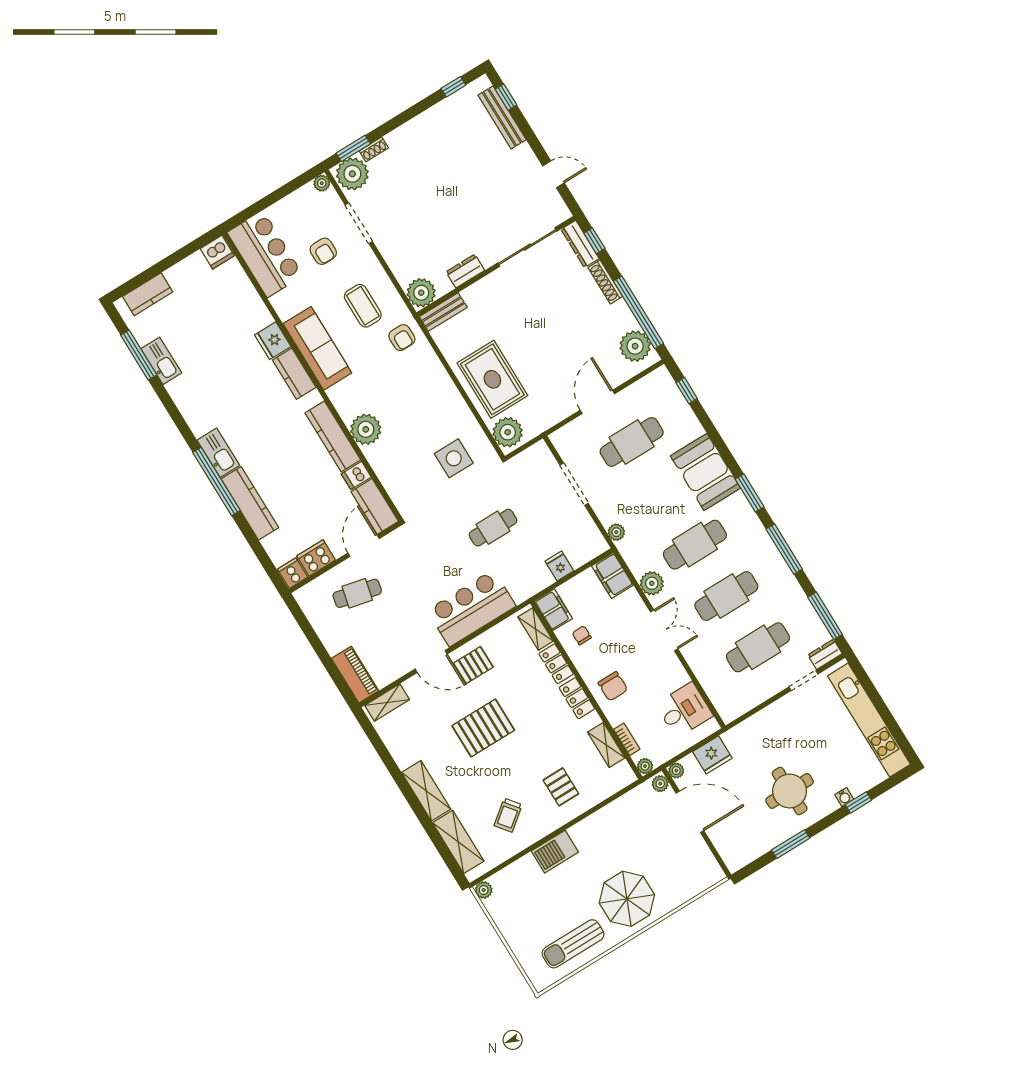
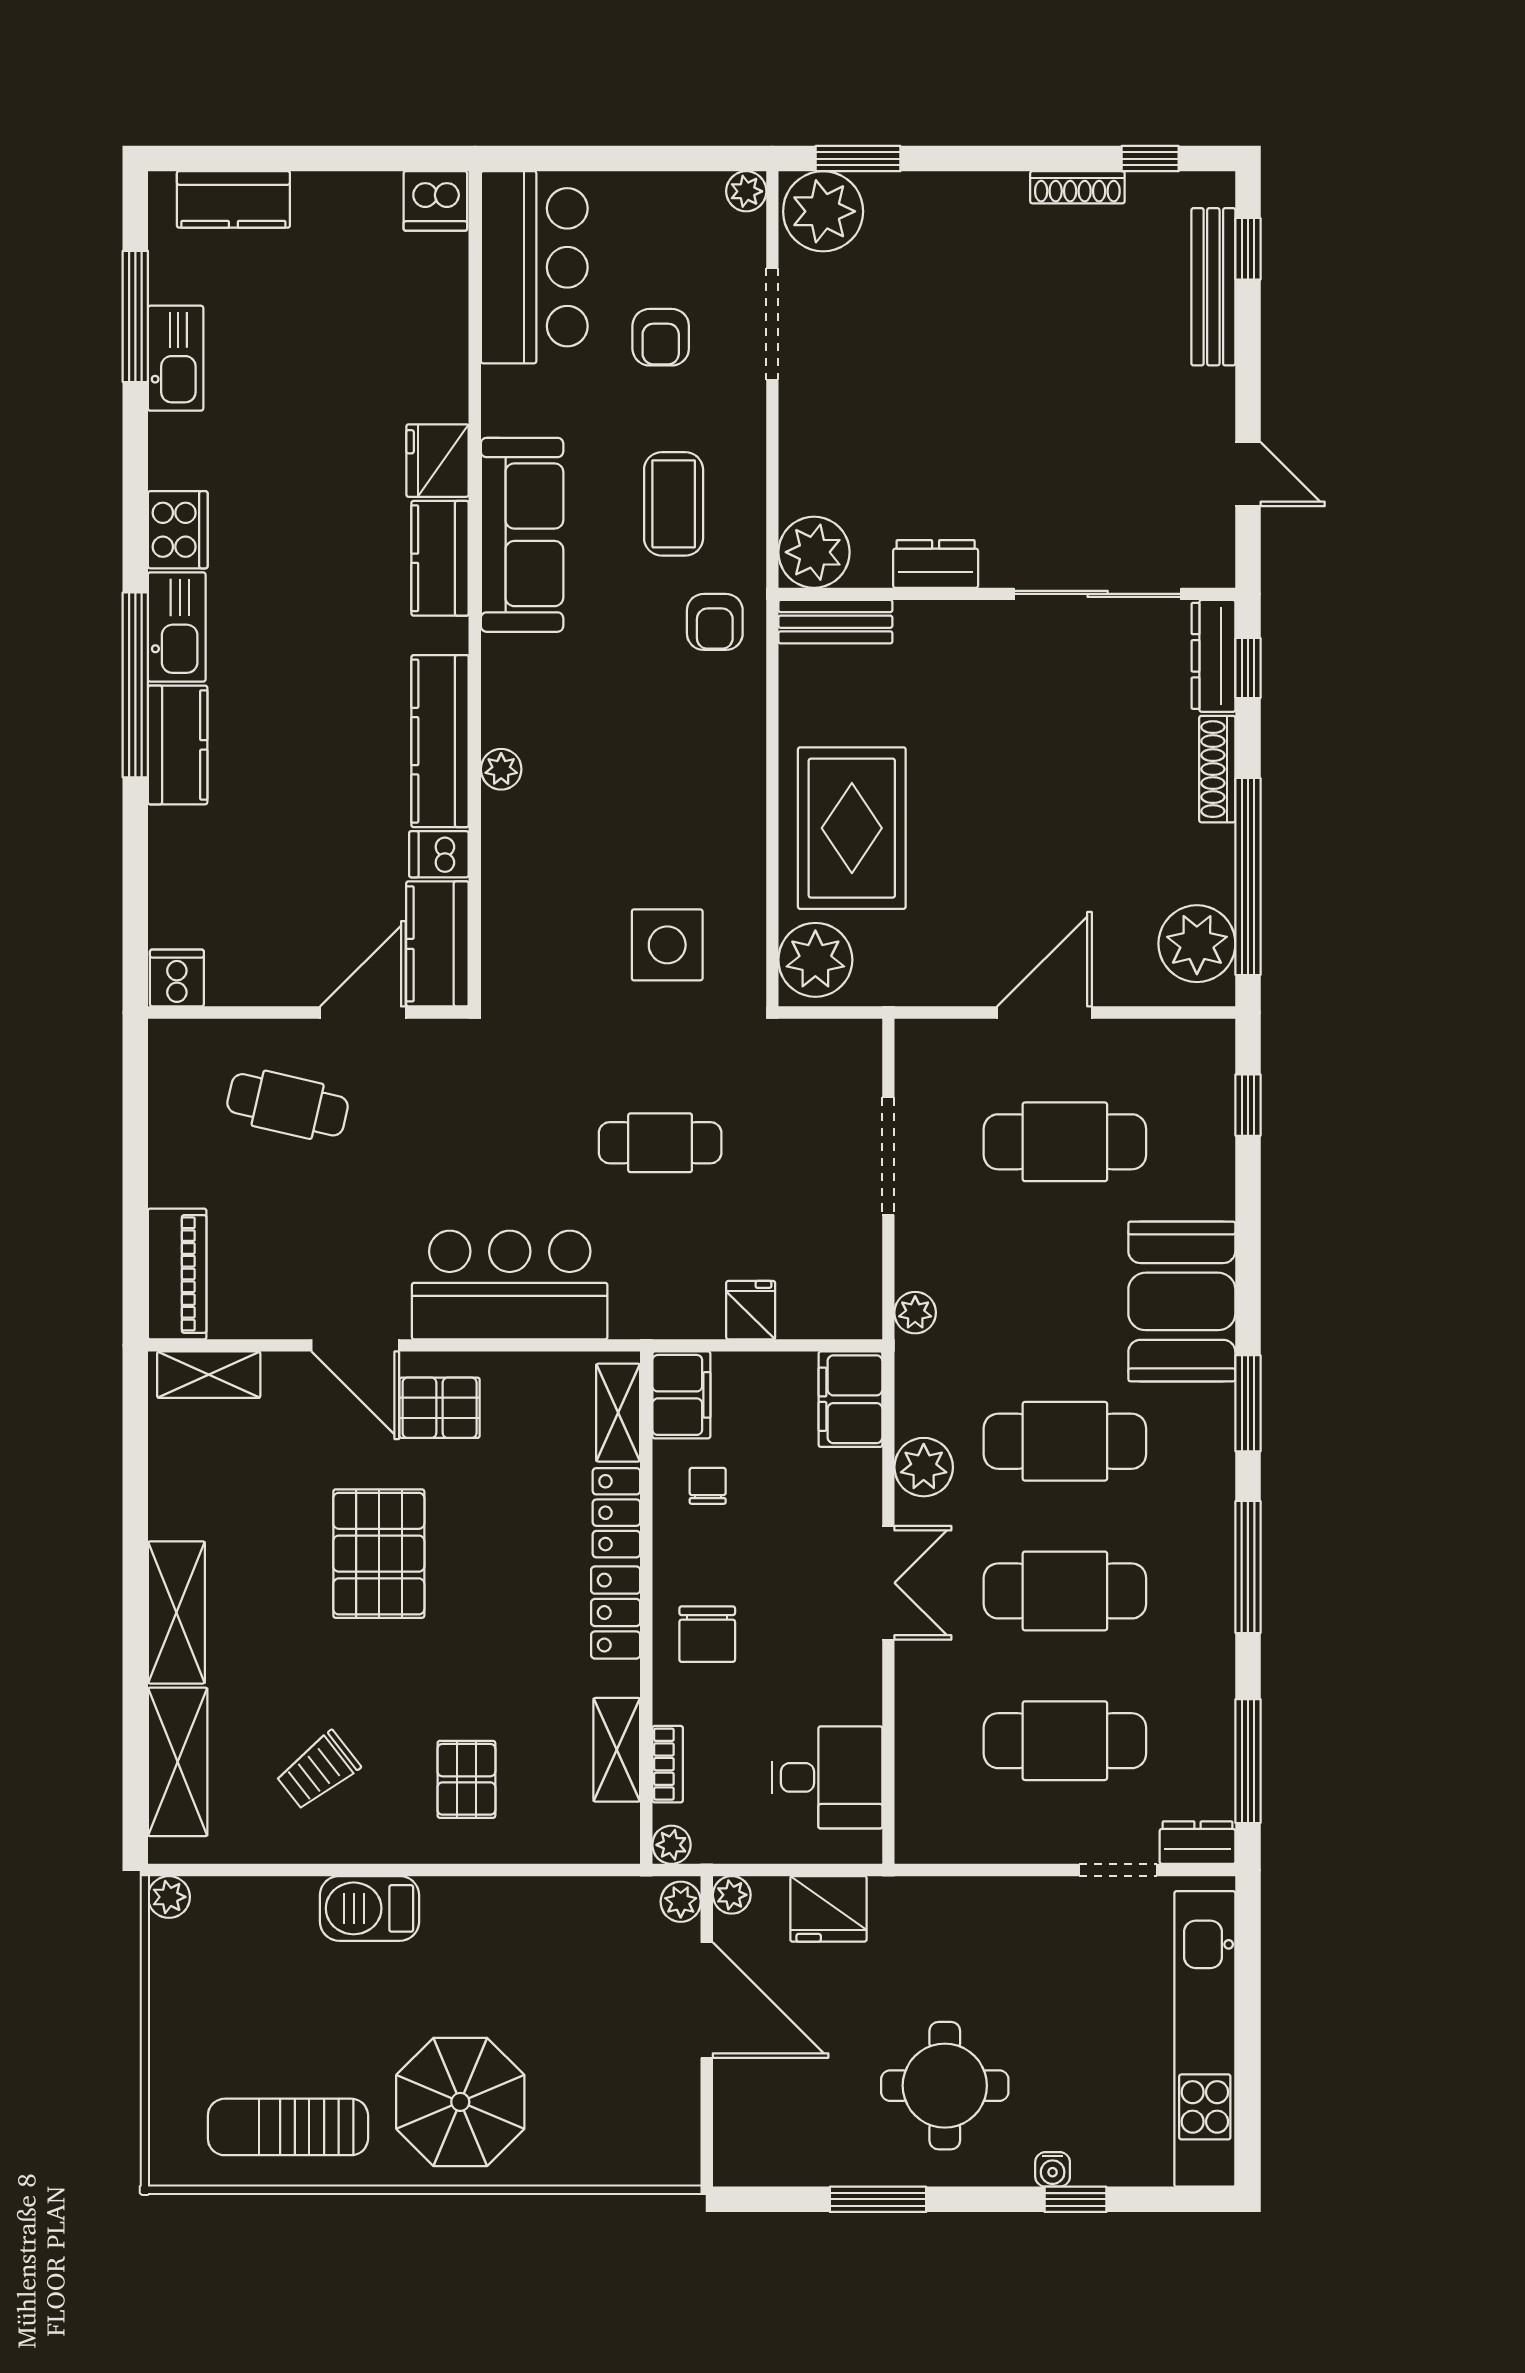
shoe rack: (374, 149) -> (1077, 187), moved, width x1.43
plant: (366, 429) -> (501, 769), width x0.53, depth x0.53
kitchen counter: (250, 503) -> (178, 745), width x0.67
cooker: (316, 558) -> (178, 530), moved, turned 90
pallet: (483, 728) -> (379, 1554), turned 90

